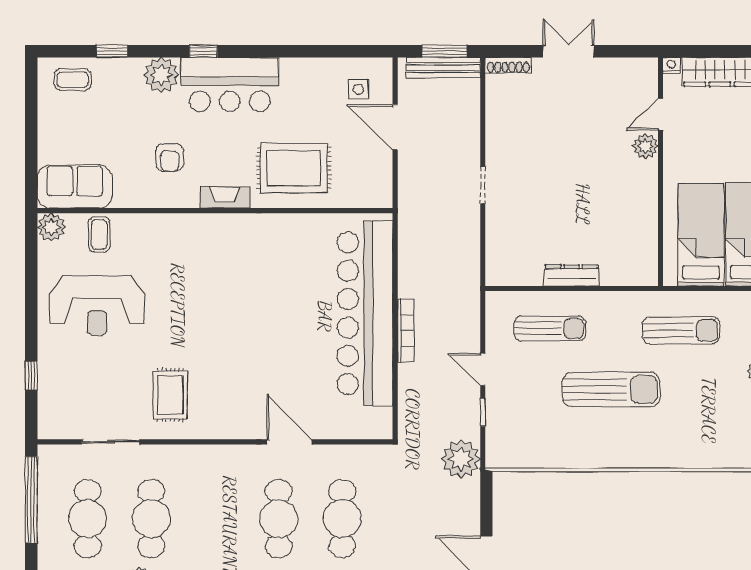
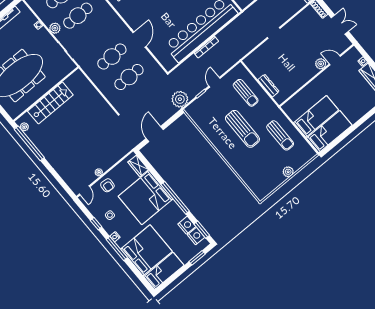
door: (660, 114) -> (335, 60), moved
plant: (645, 146) -> (321, 64), moved
wall: (660, 172) -> (317, 75), moved

